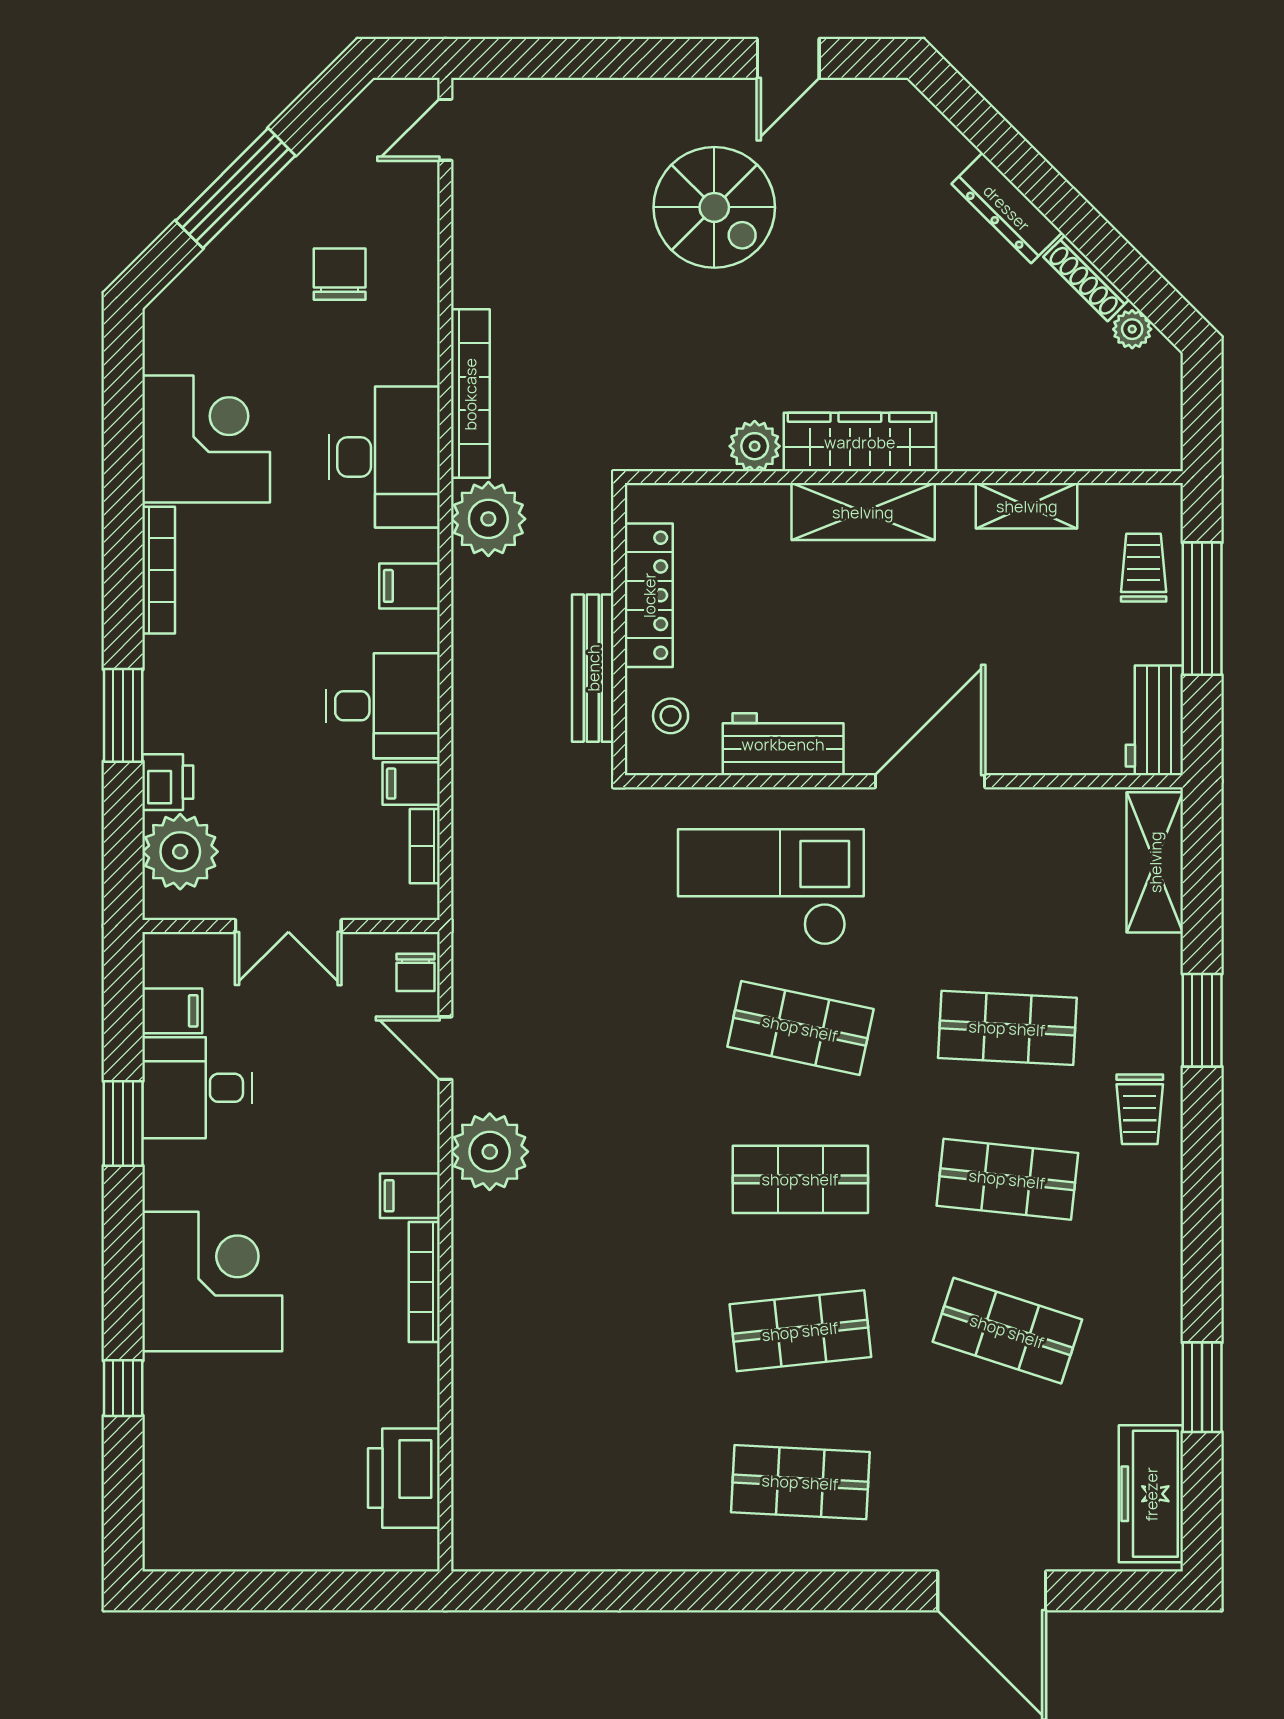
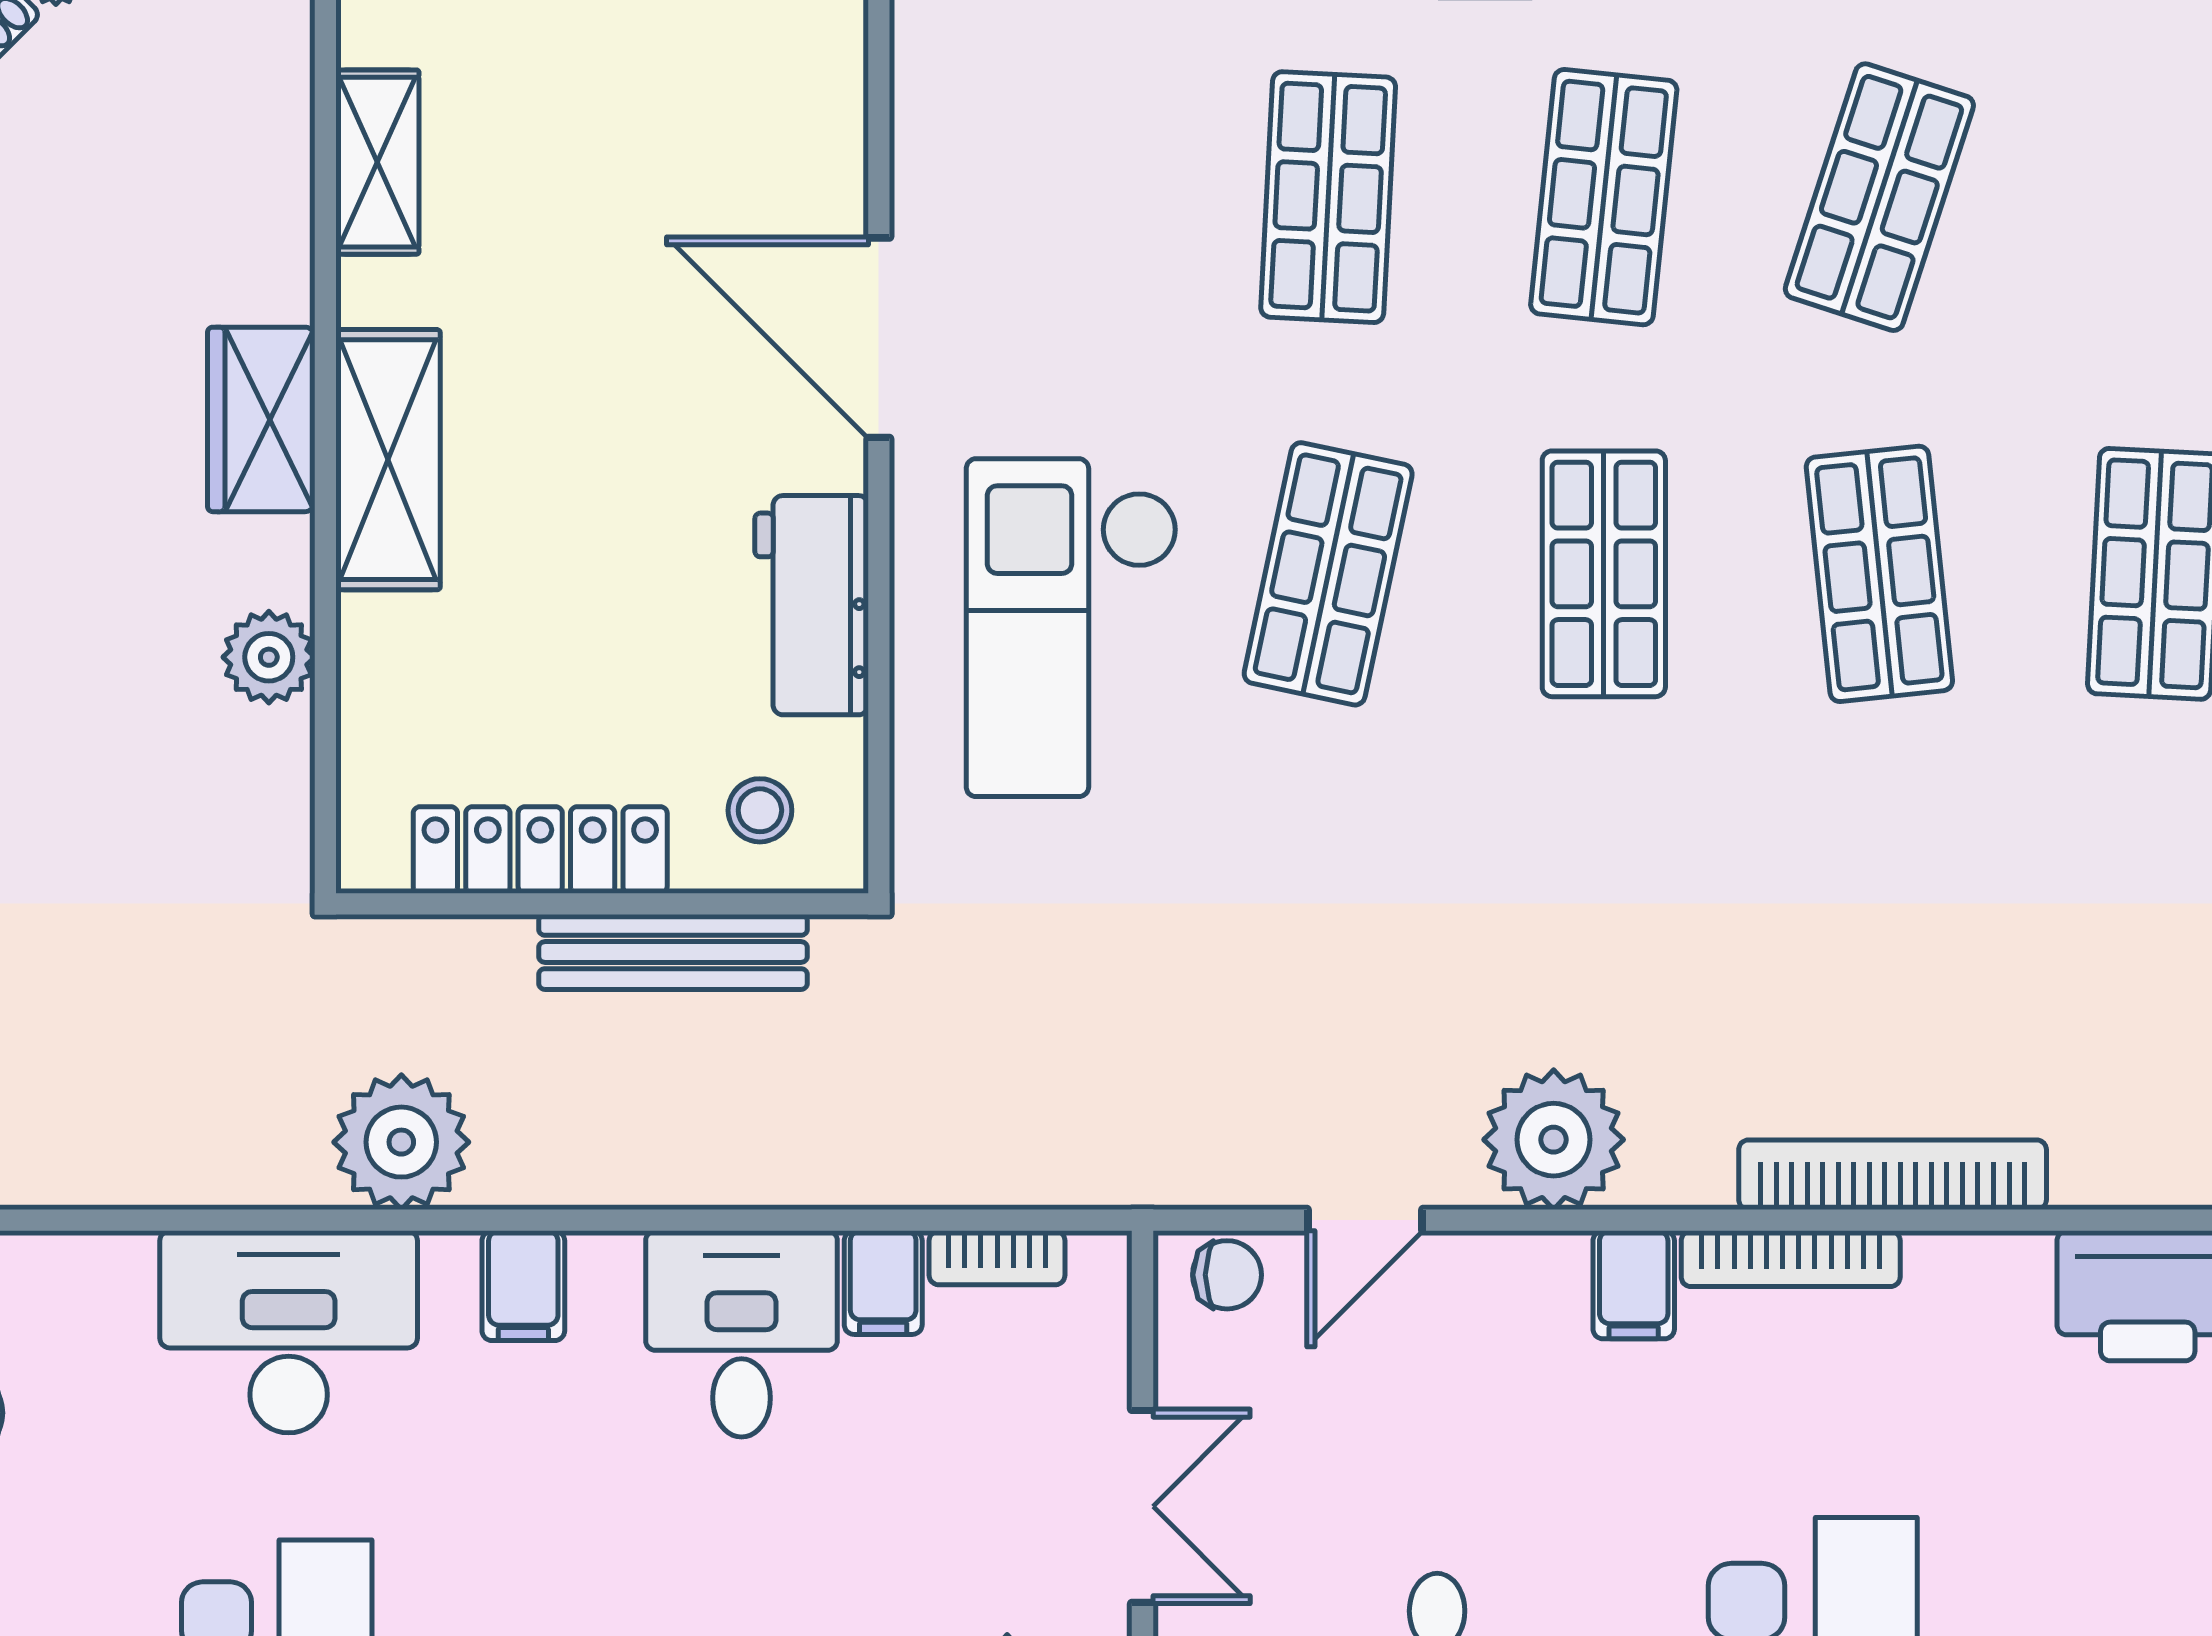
bookcase: (470, 394) -> (1893, 1175), moved
wardrobe: (860, 442) -> (261, 419), width x0.67

